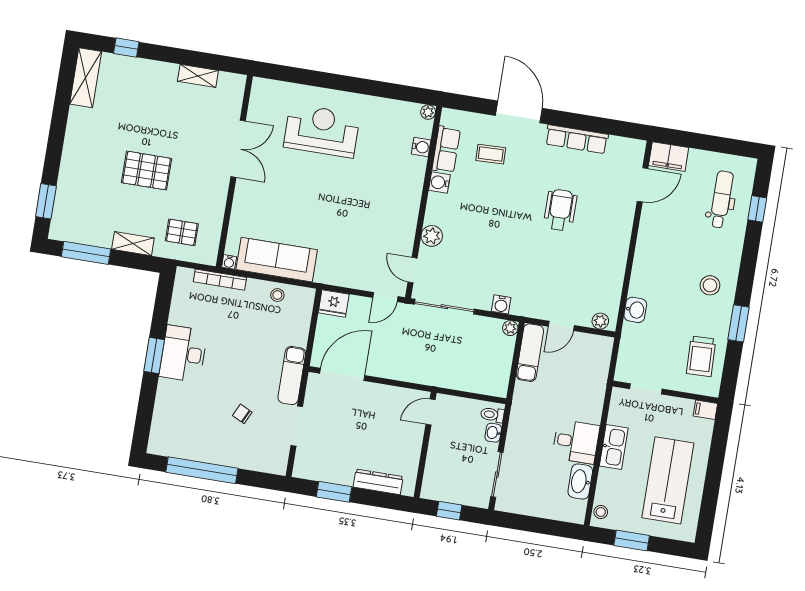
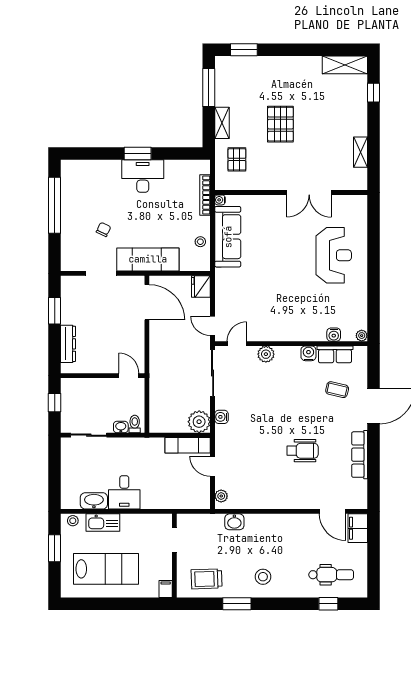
coffee table: (491, 154) -> (337, 390), turned -75
plant: (510, 328) -> (199, 422), width x1.88, depth x1.88
exam couch: (292, 375) -> (148, 259), width x1.36, depth x1.45
kitchen sink: (614, 447) -> (103, 523), moved

